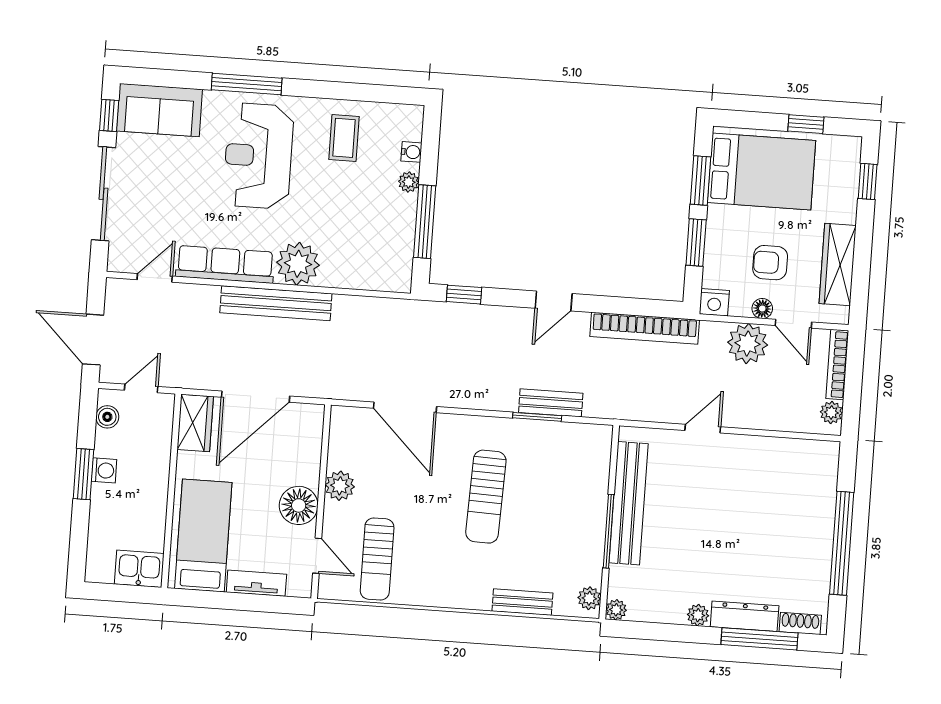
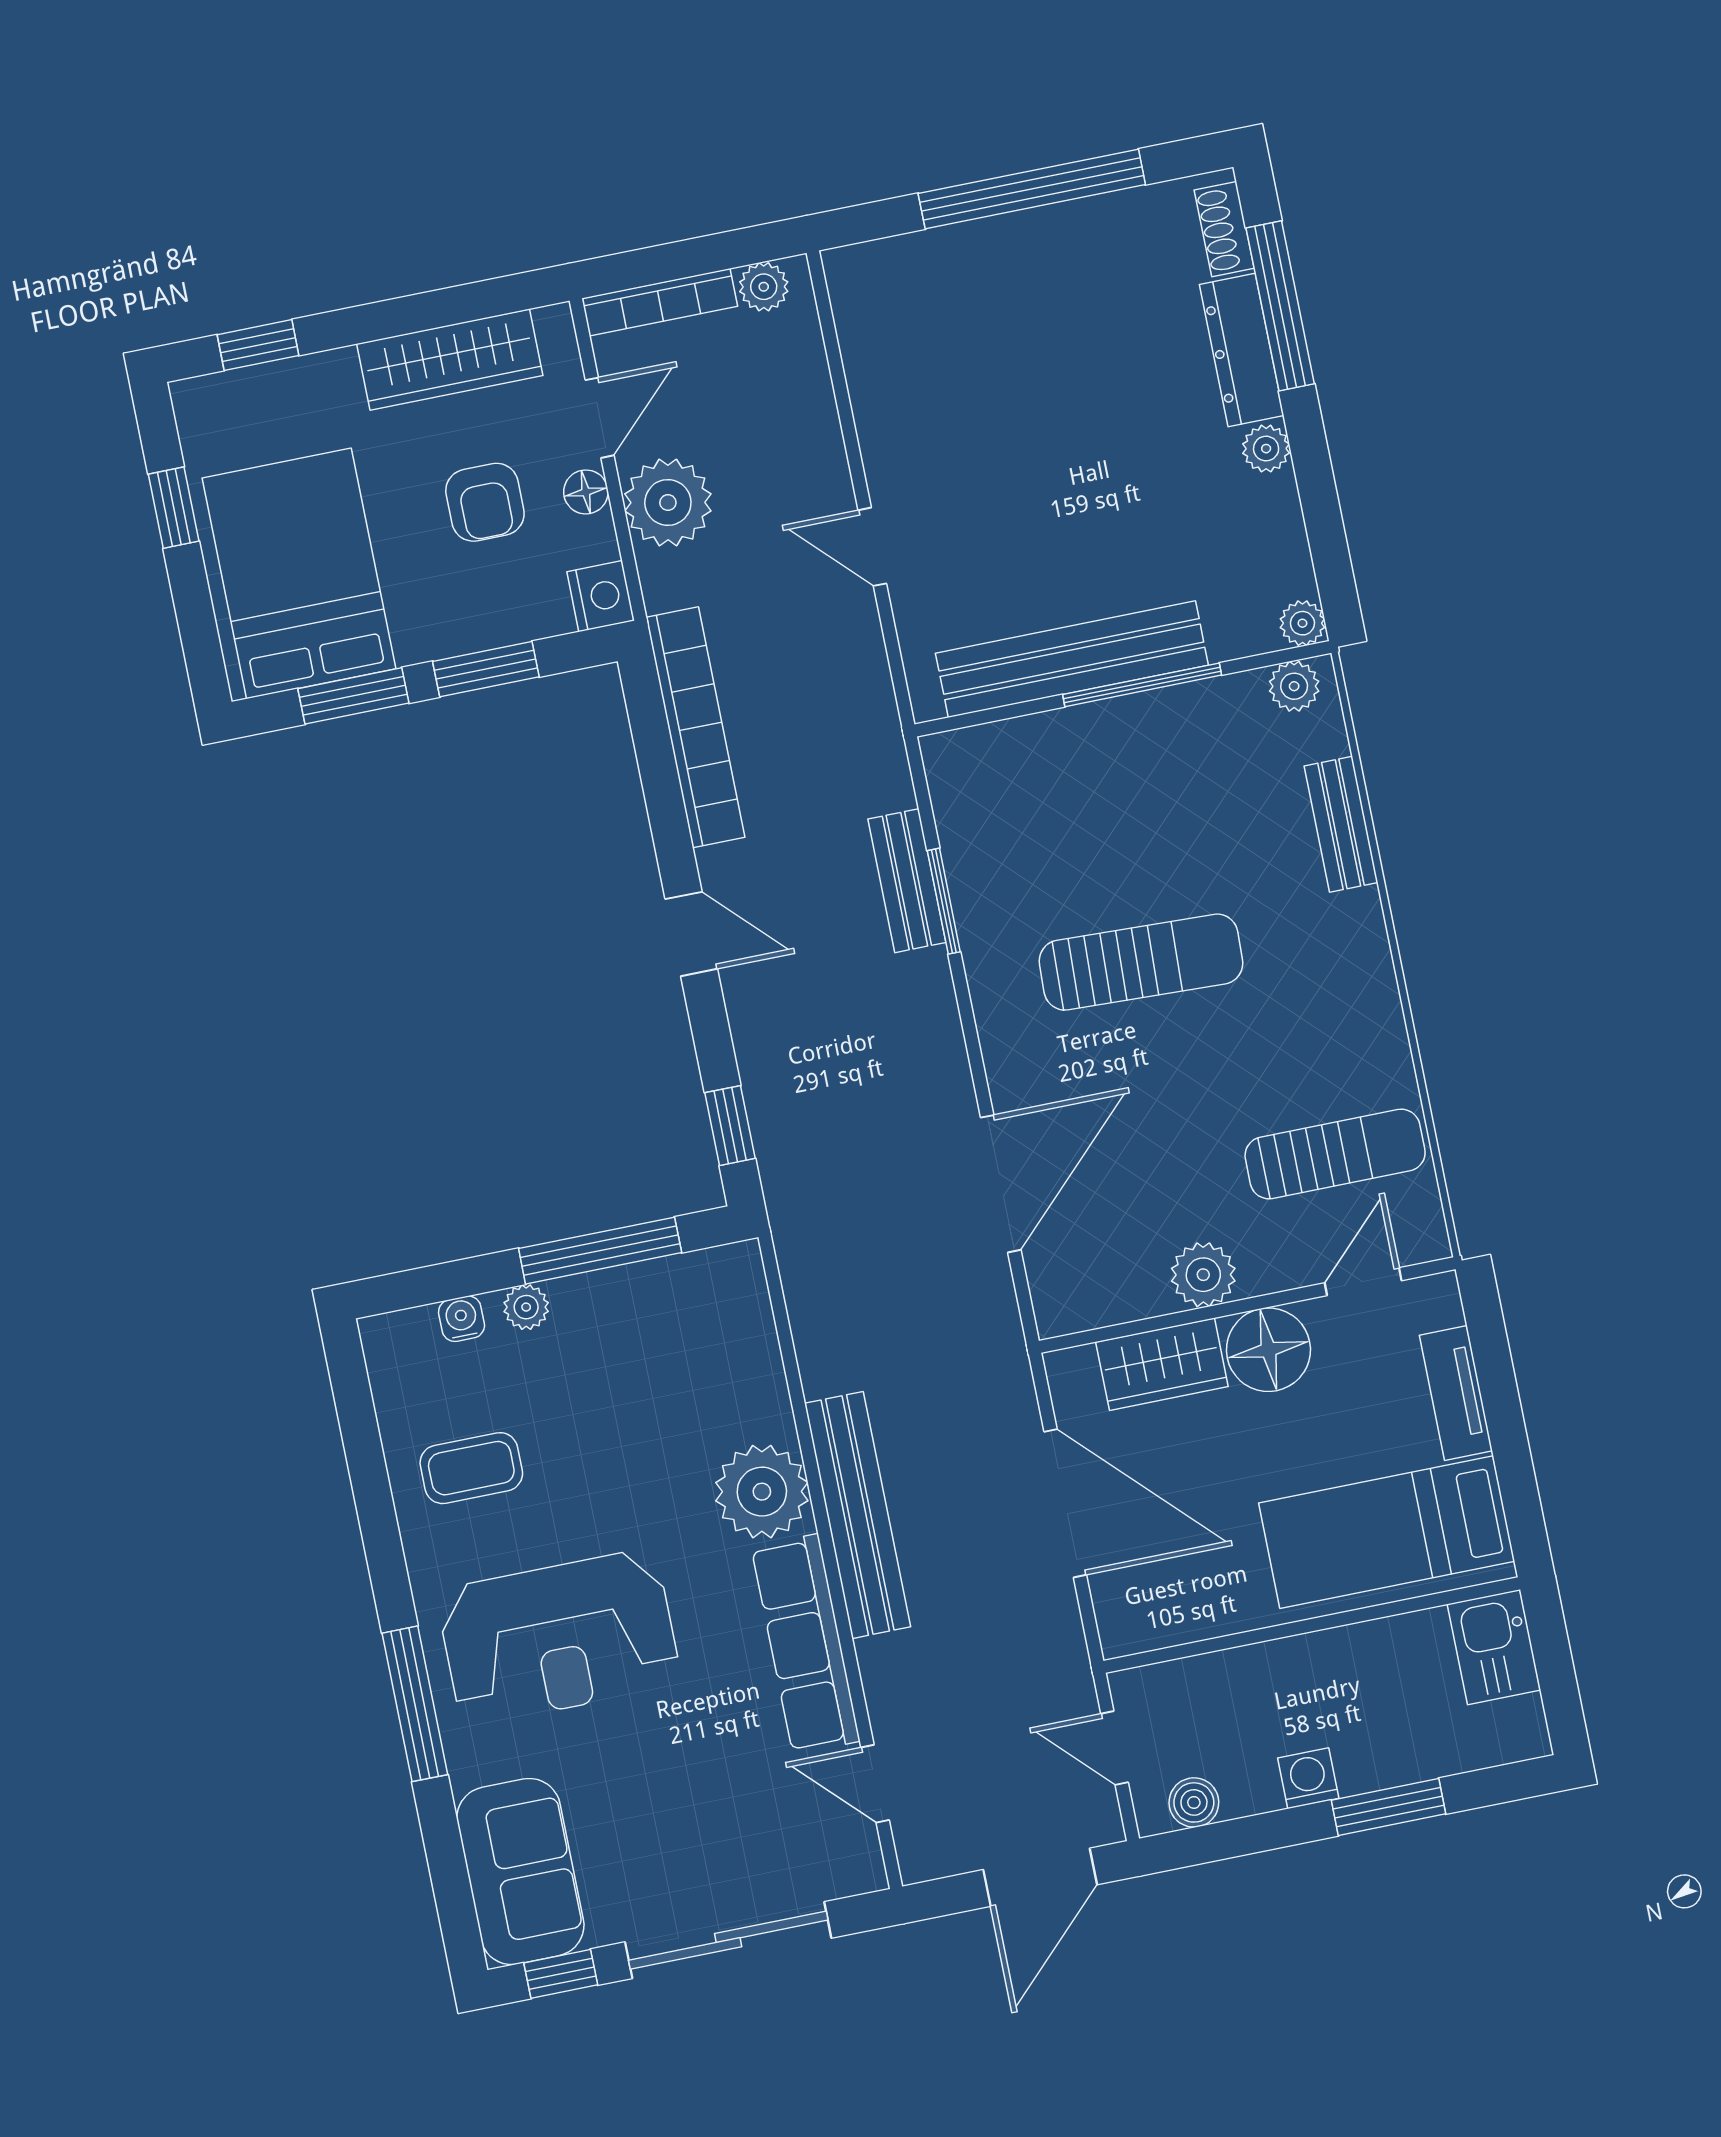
wardrobe: (195, 423) -> (1162, 1364), moved, turned 180
window: (83, 474) -> (1389, 1807), moved

